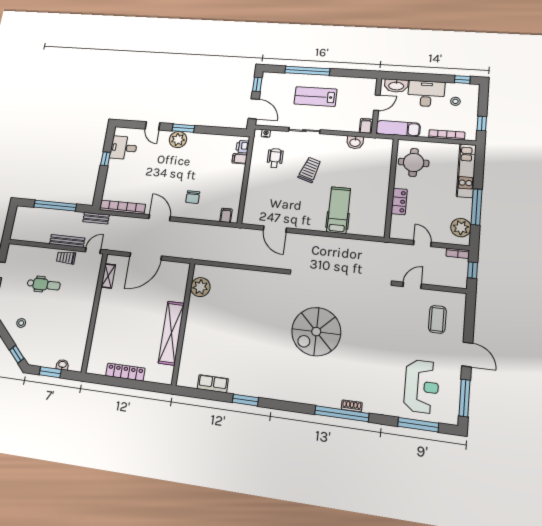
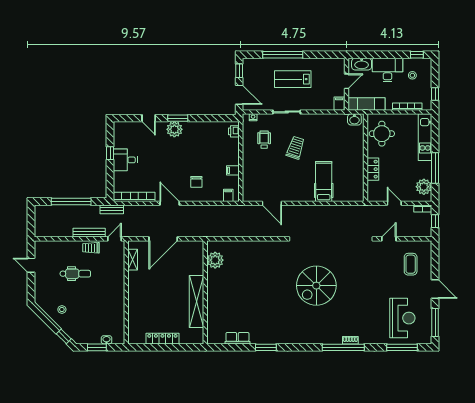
washbasin: (355, 142) -> (354, 119), moved
desk: (124, 148) -> (125, 160), moved
filing cabinet: (240, 159) -> (233, 170), moved

